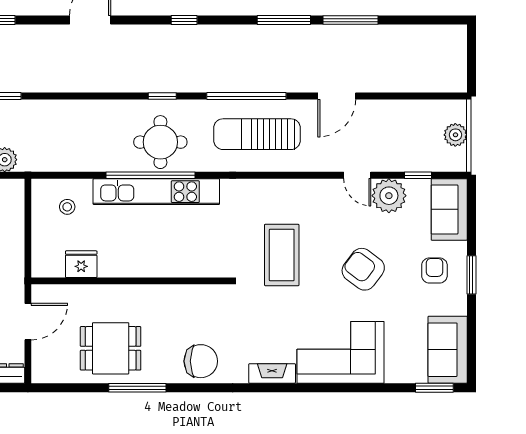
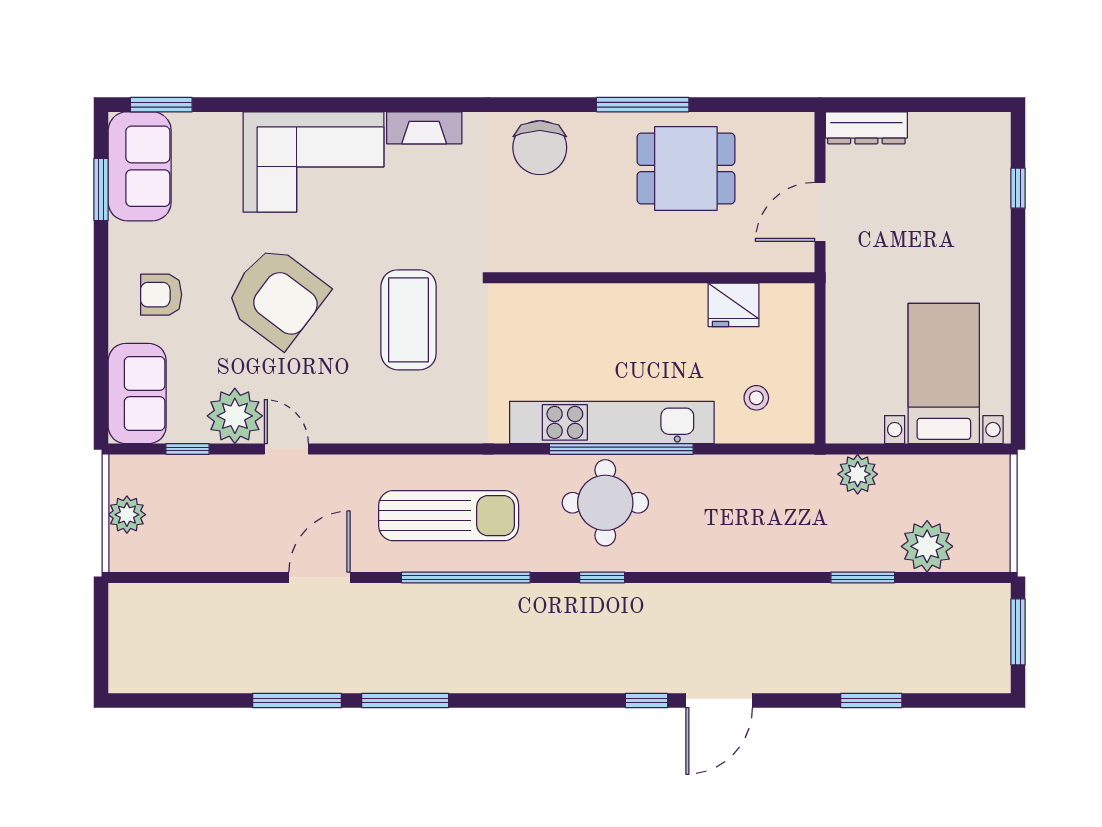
window: (184, 20) -> (646, 701), moved
armchair: (363, 269) -> (277, 297), width x1.36, depth x1.36
armchair: (434, 270) -> (161, 295), turned 90
window: (471, 275) -> (101, 189), moved
chair: (201, 361) -> (540, 148), turned -90

